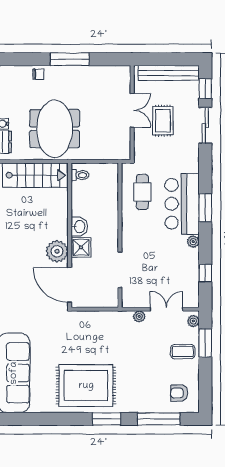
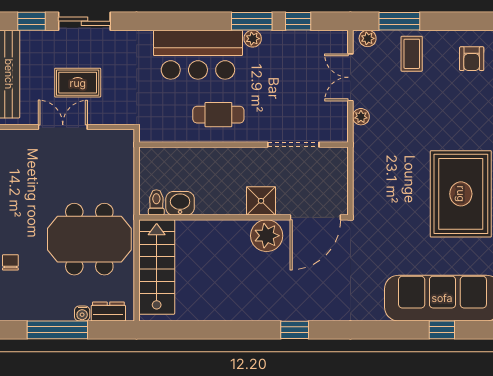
cafe table: (142, 192) -> (218, 115), moved
window: (205, 208) -> (252, 21), moved
washbasin: (79, 227) -> (180, 203), moved

